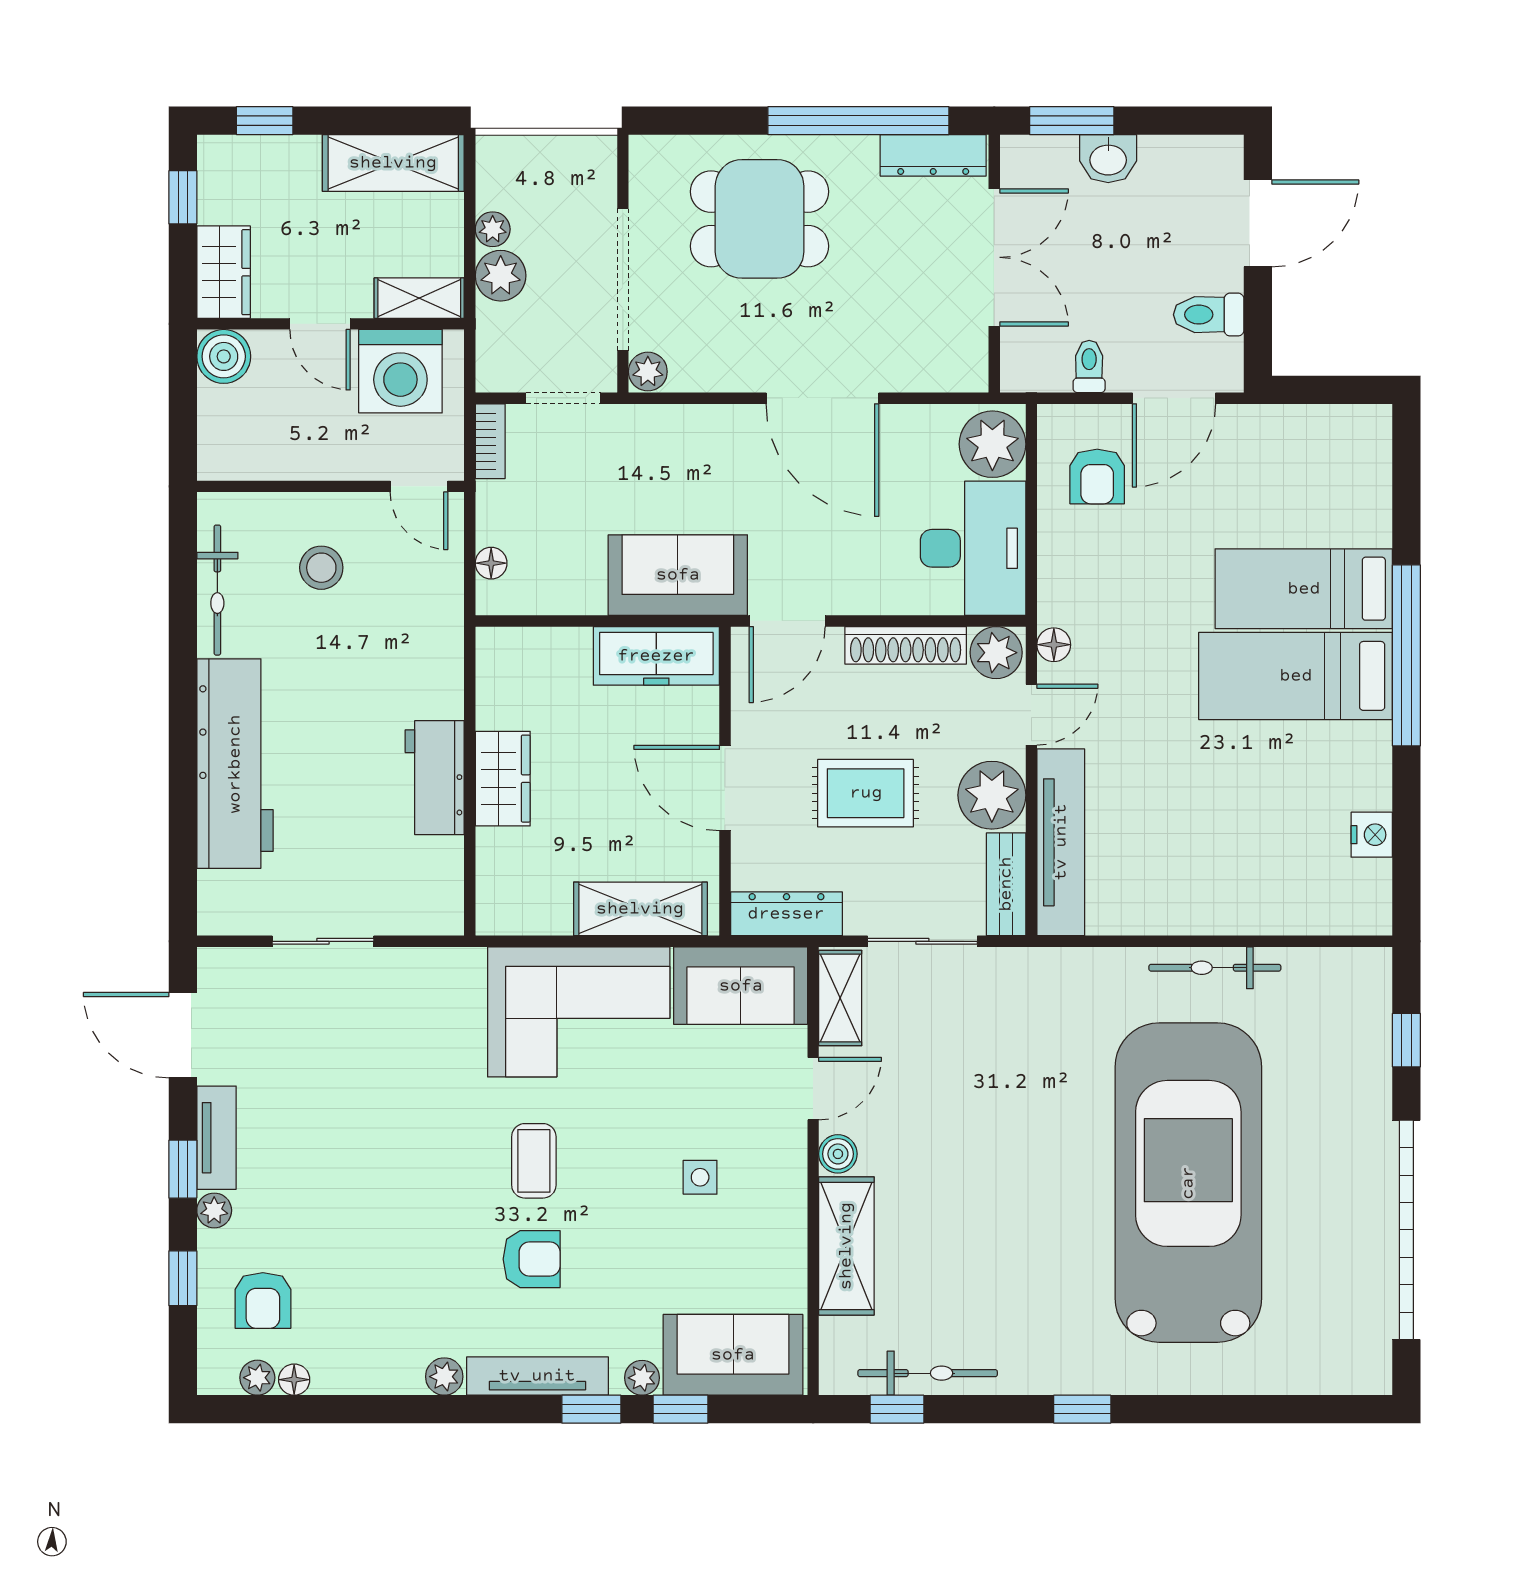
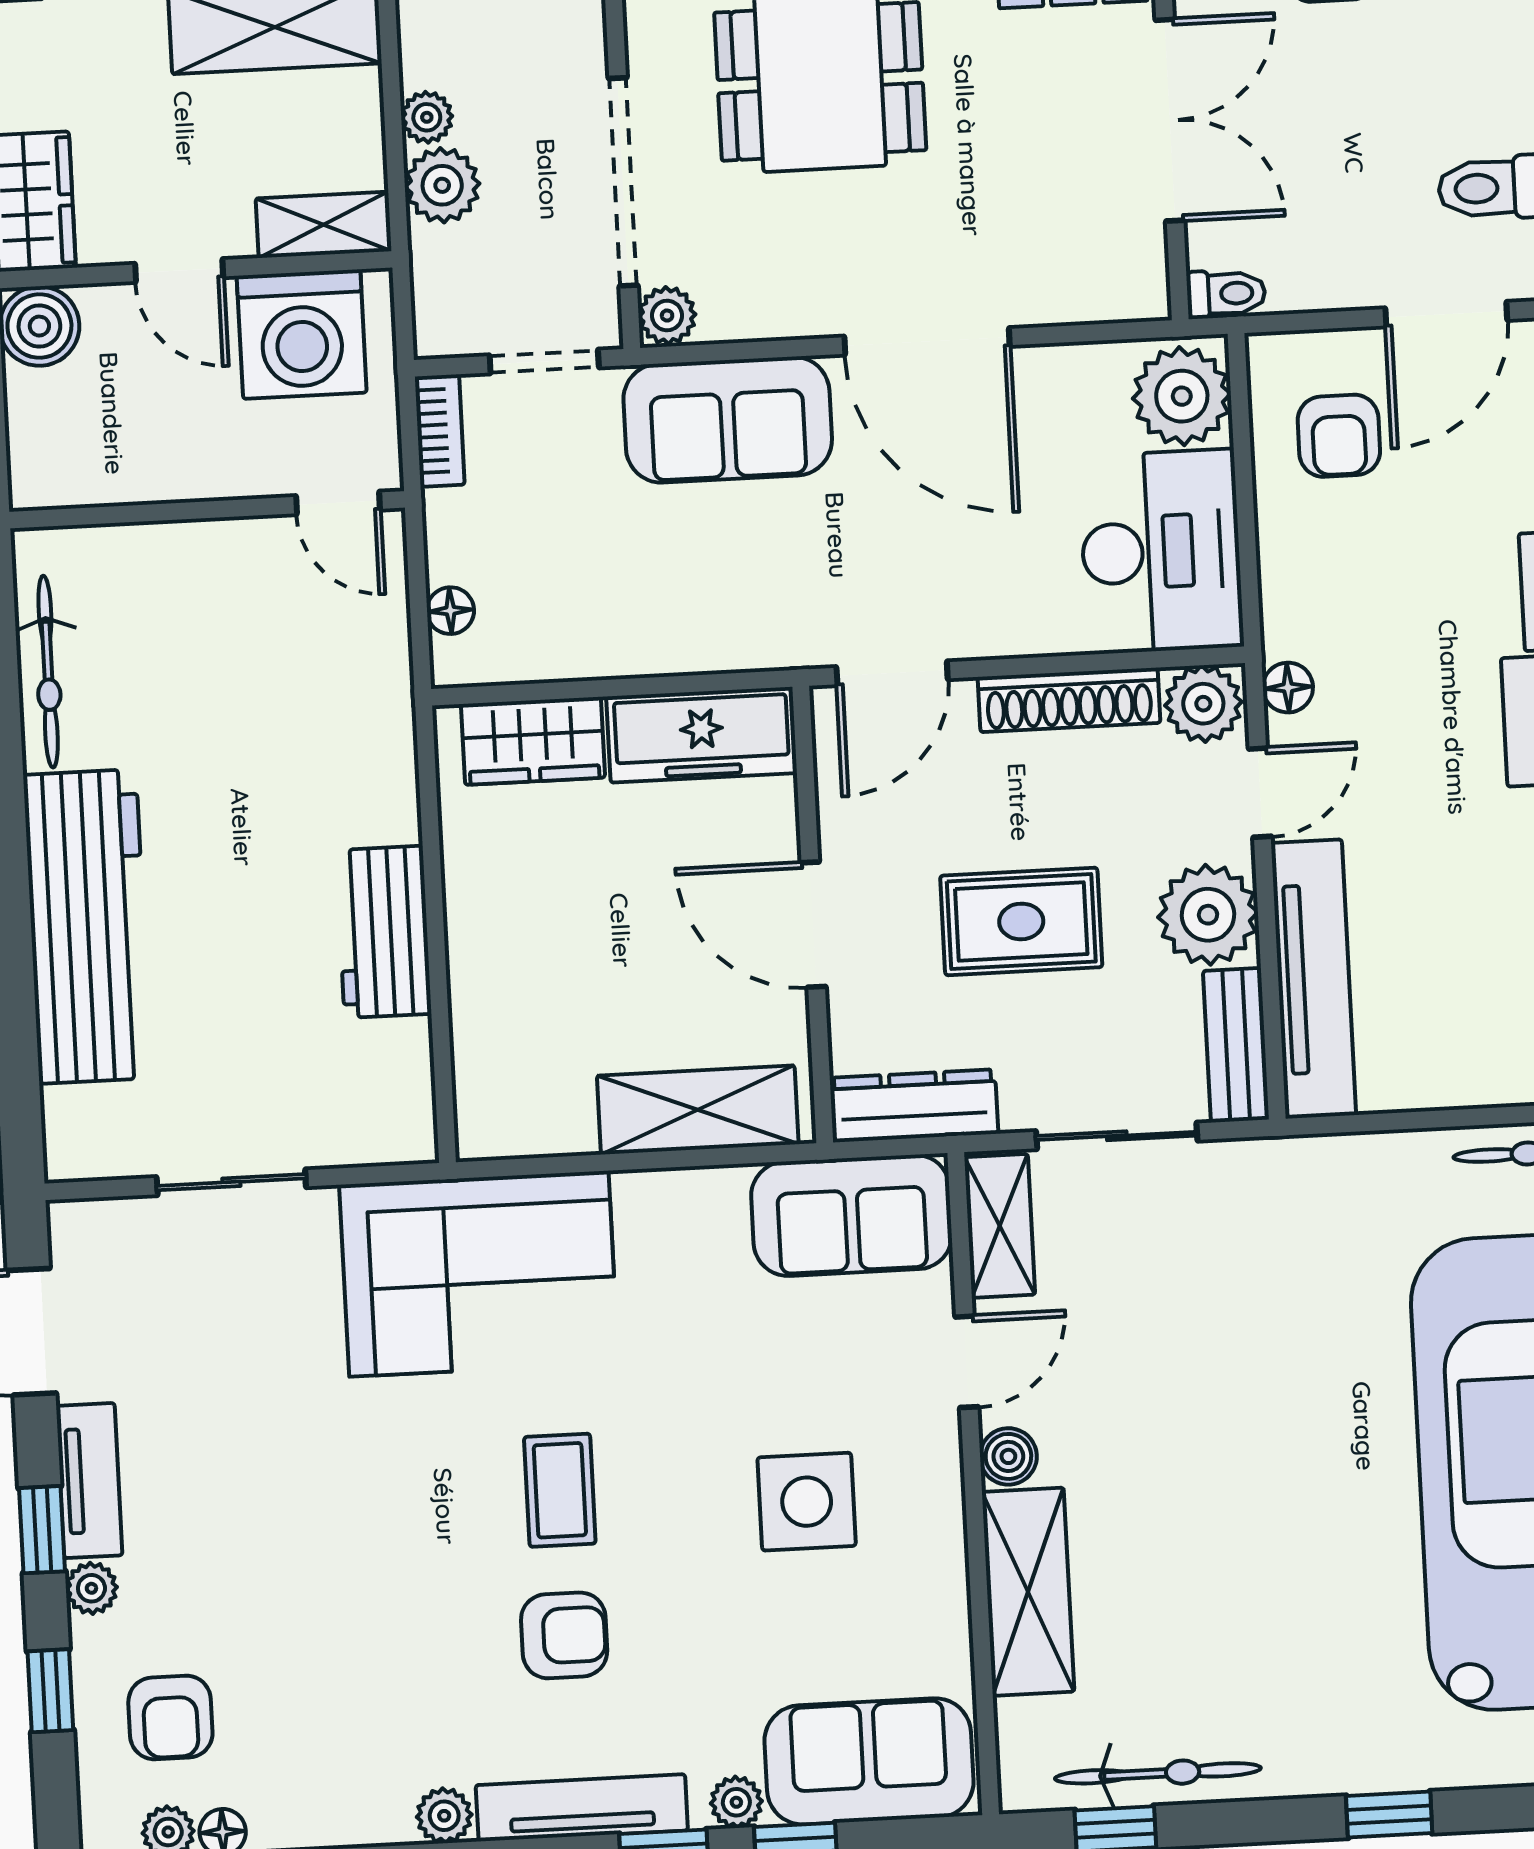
toilet: (1089, 366) -> (1226, 294), moved, turned 90
stool: (321, 568) -> (200, 631), removed
sofa: (678, 575) -> (728, 420), moved, turned 180
wardrobe: (503, 779) -> (533, 741), moved, turned 90
corner sofa: (579, 1012) -> (479, 1274), moved
side table: (700, 1177) -> (807, 1502), width x1.87, depth x1.87

